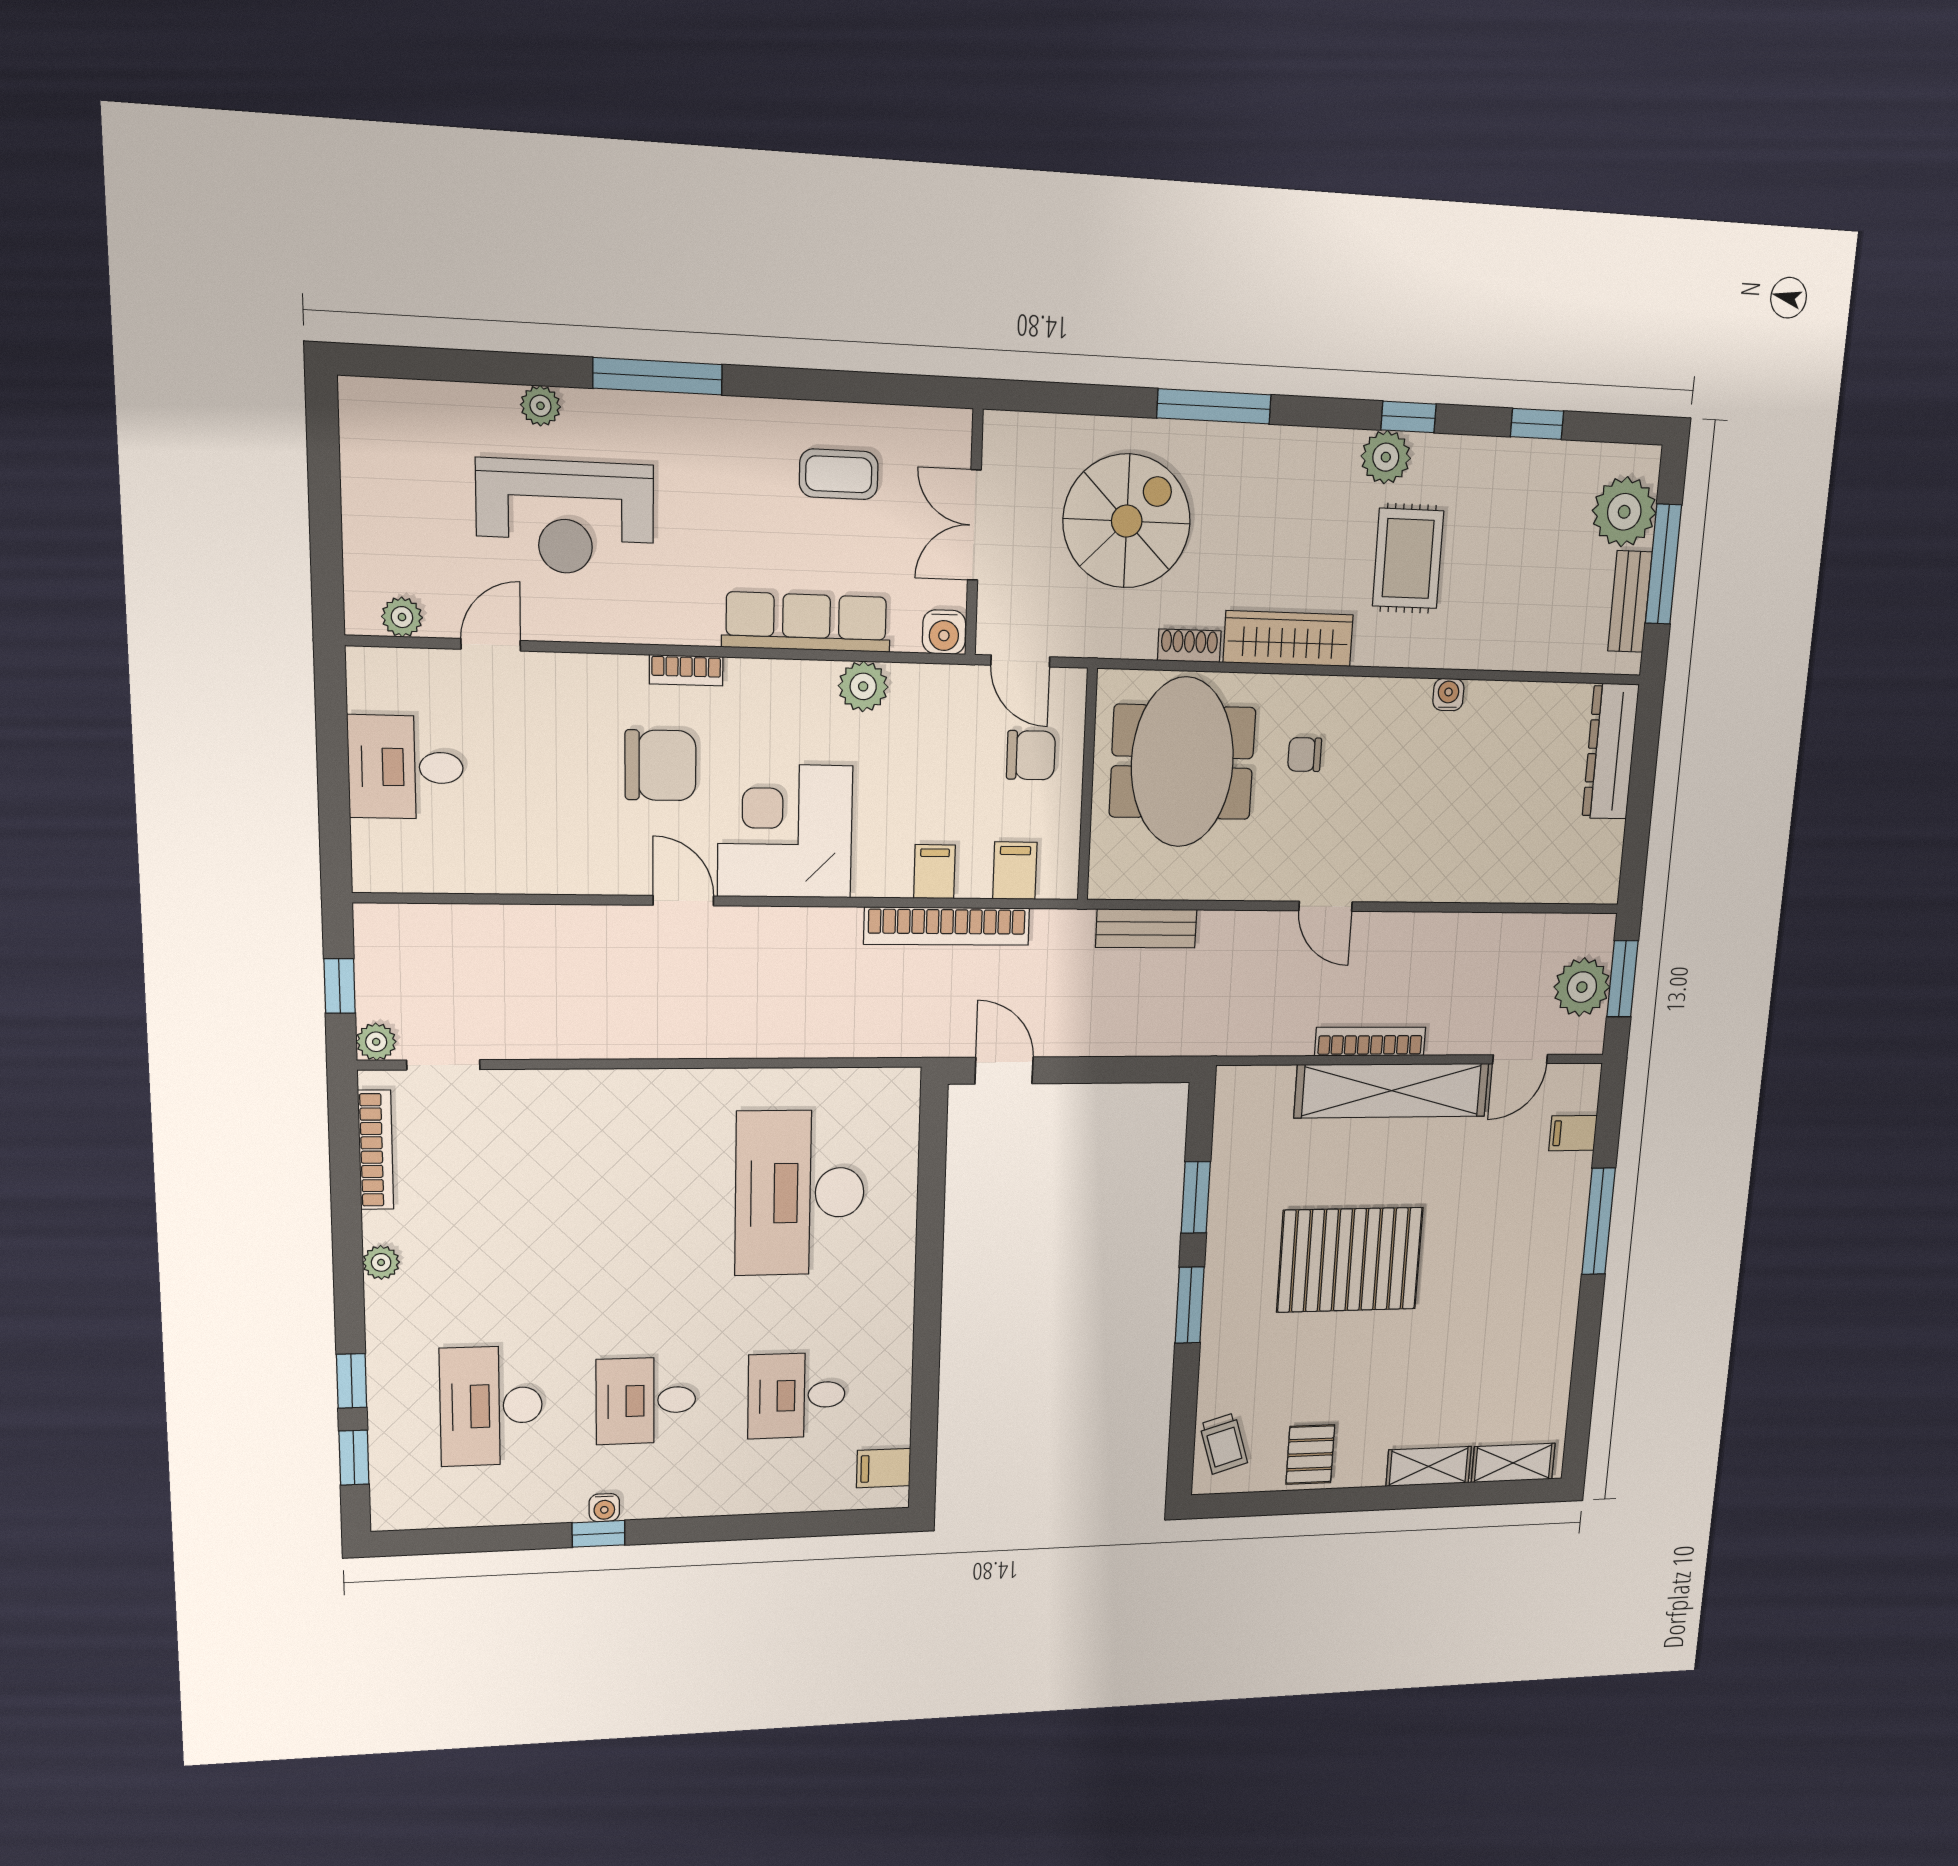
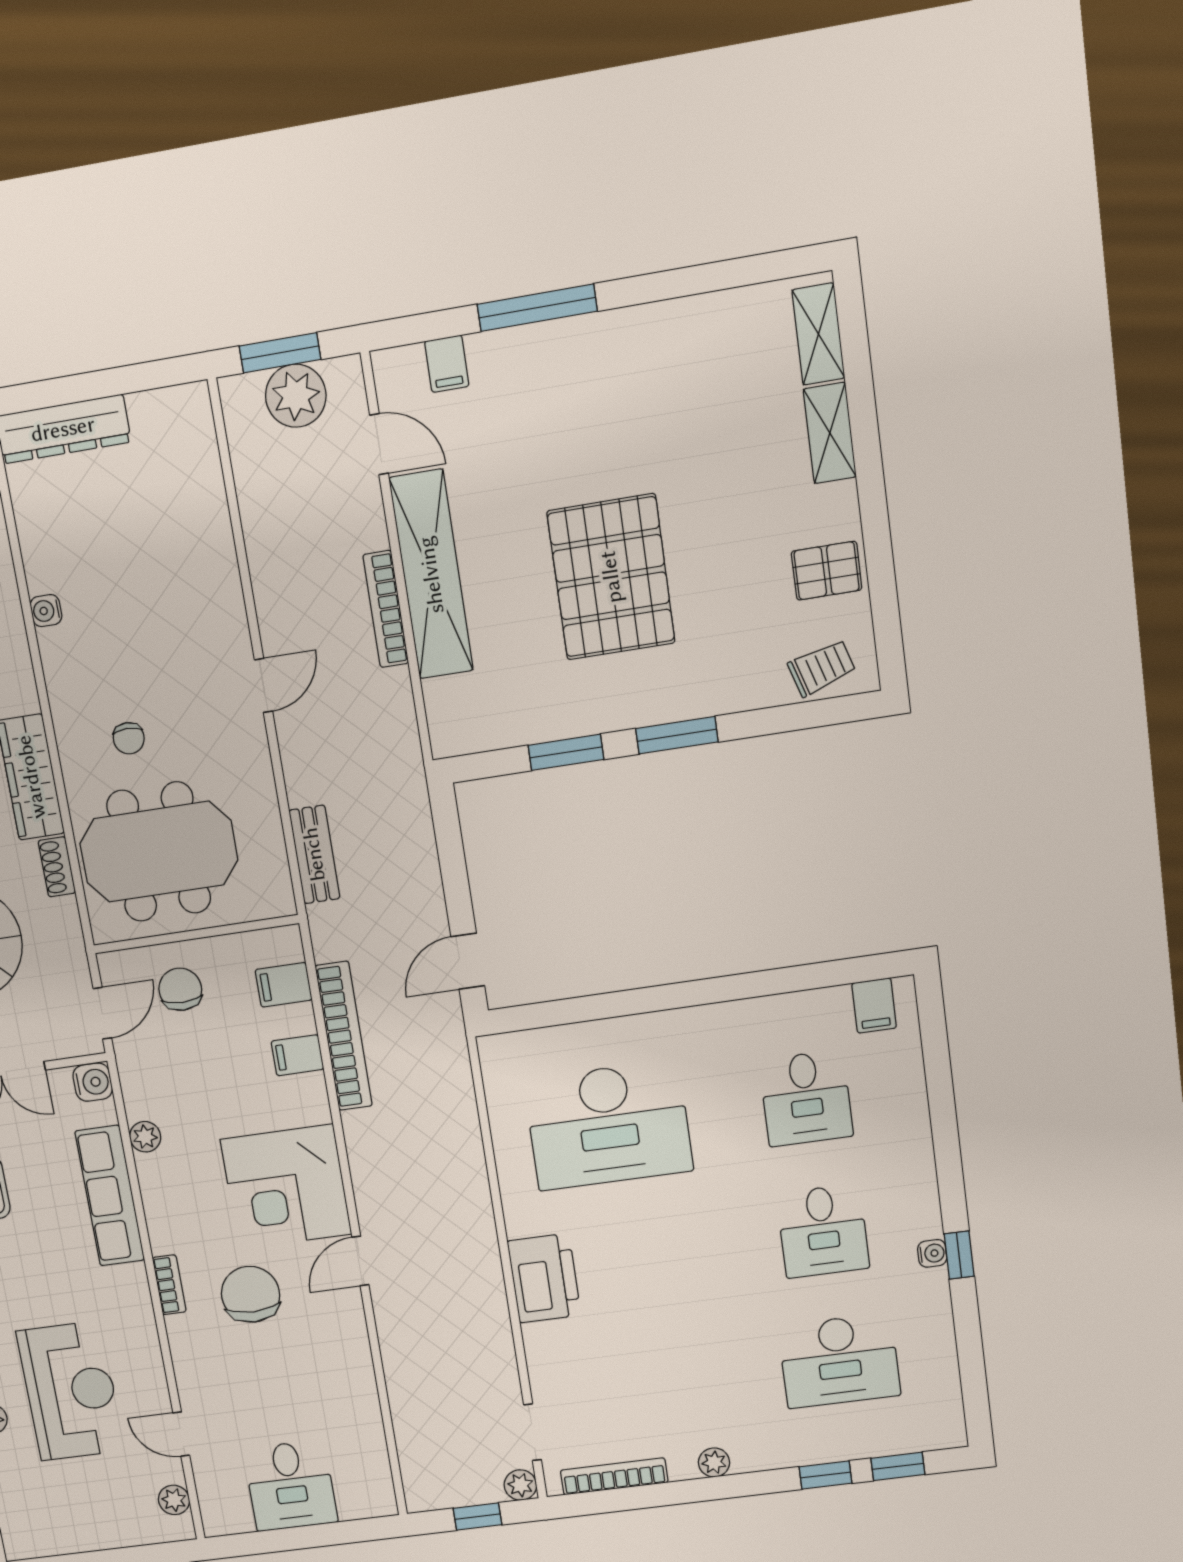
plant: (863, 686) -> (145, 1137), width x0.73, depth x0.73
printer: (633, 1103) -> (544, 1278), added

